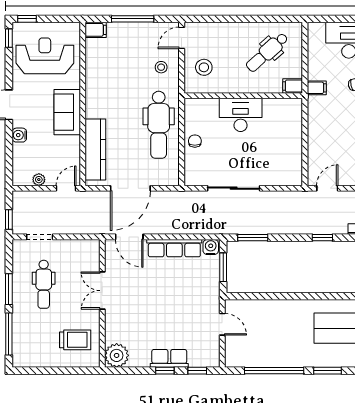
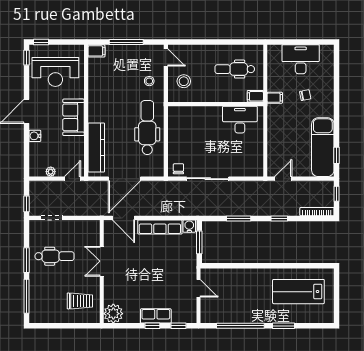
door: (182, 38) -> (166, 57), swing flipped
dental chair: (267, 52) -> (235, 69), turned 42
reception desk: (45, 56) -> (55, 72), turned 180
desk: (241, 115) -> (240, 120), moved
dental chair: (159, 125) -> (147, 128), turned 180
chair: (195, 141) -> (178, 169), moved
window: (253, 238) -> (239, 219), moved
dental chair: (44, 284) -> (55, 256), turned -90

